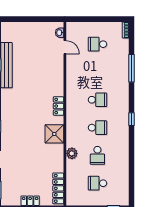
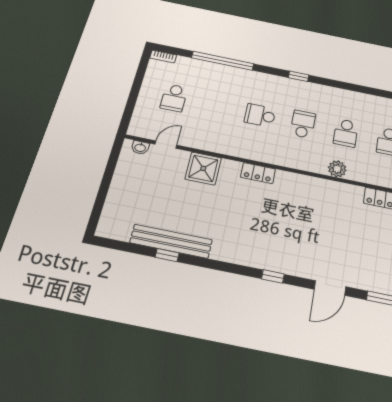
window: (131, 68) -> (223, 61), width x1.46
school desk: (97, 100) -> (260, 115), turned -90
shower: (54, 134) -> (203, 168), moved
school desk: (97, 155) -> (346, 133), turned 90

